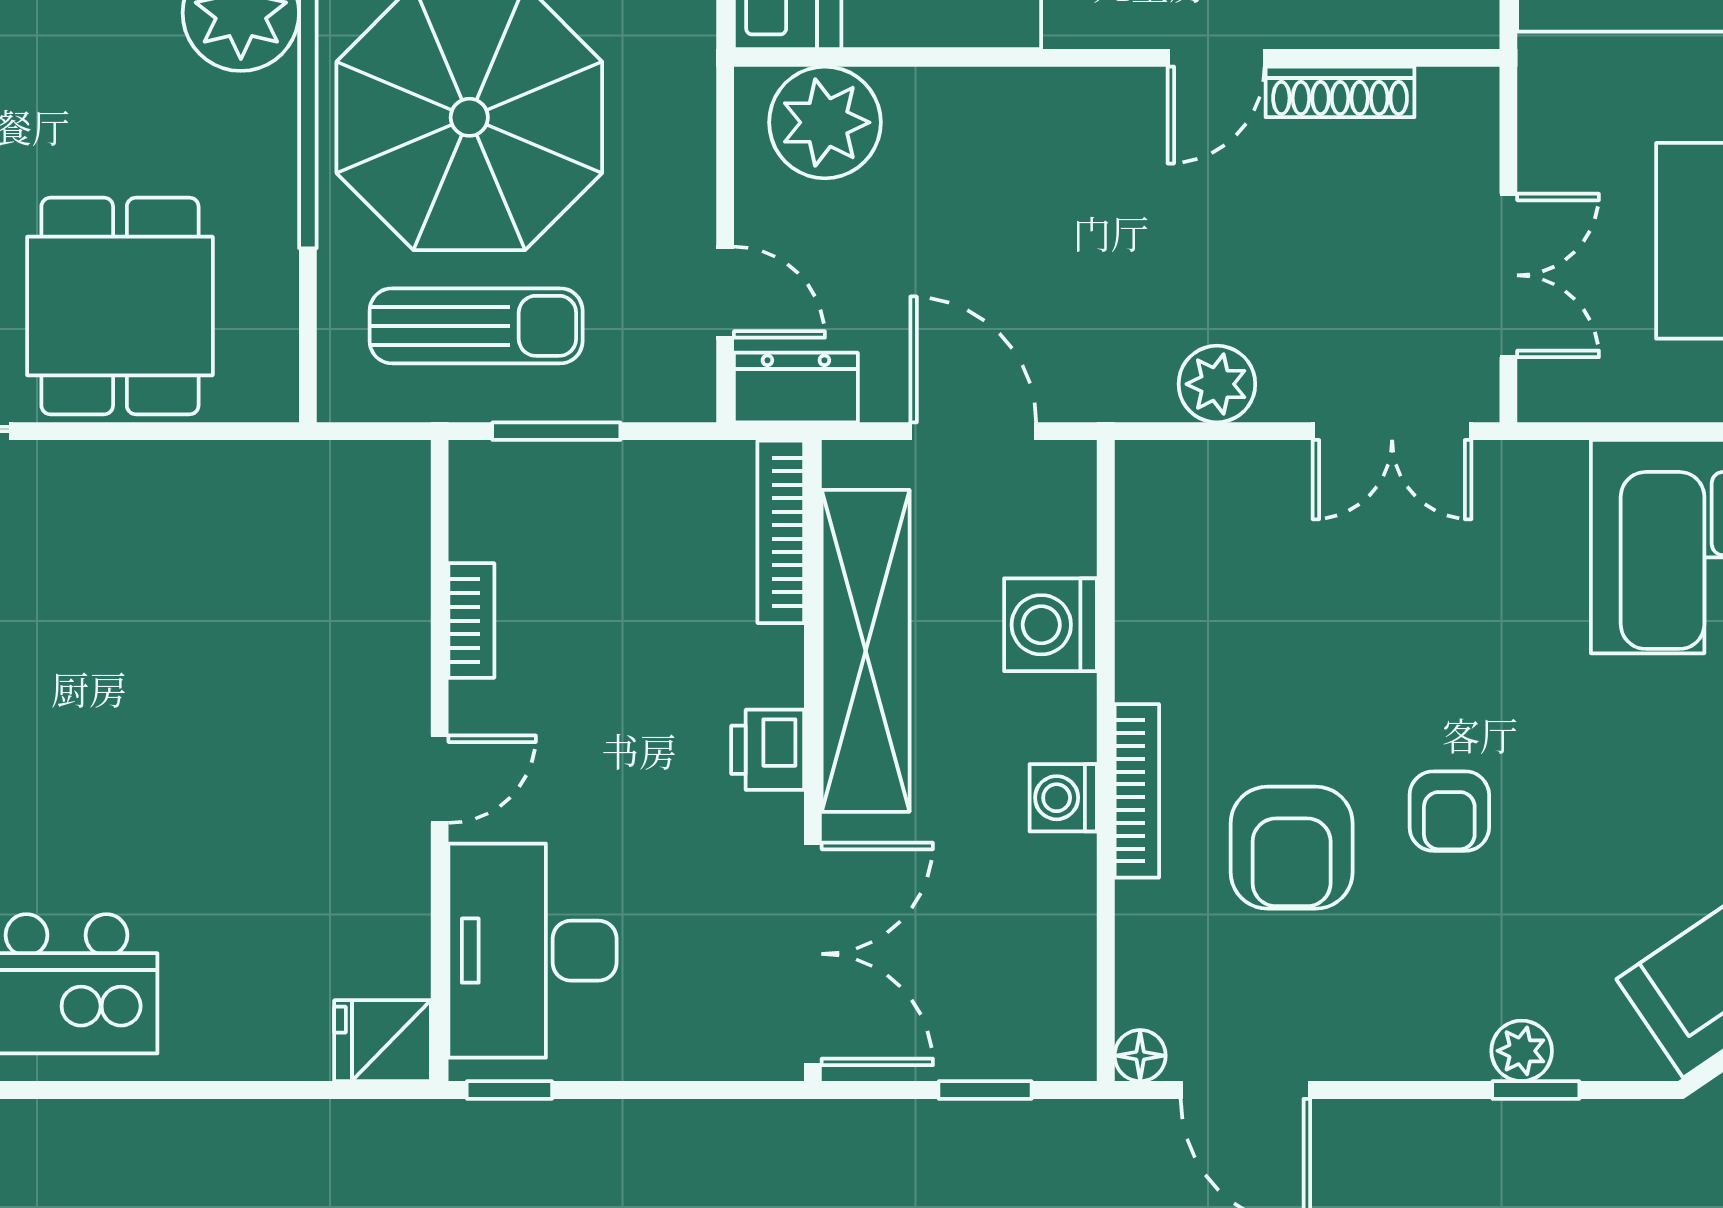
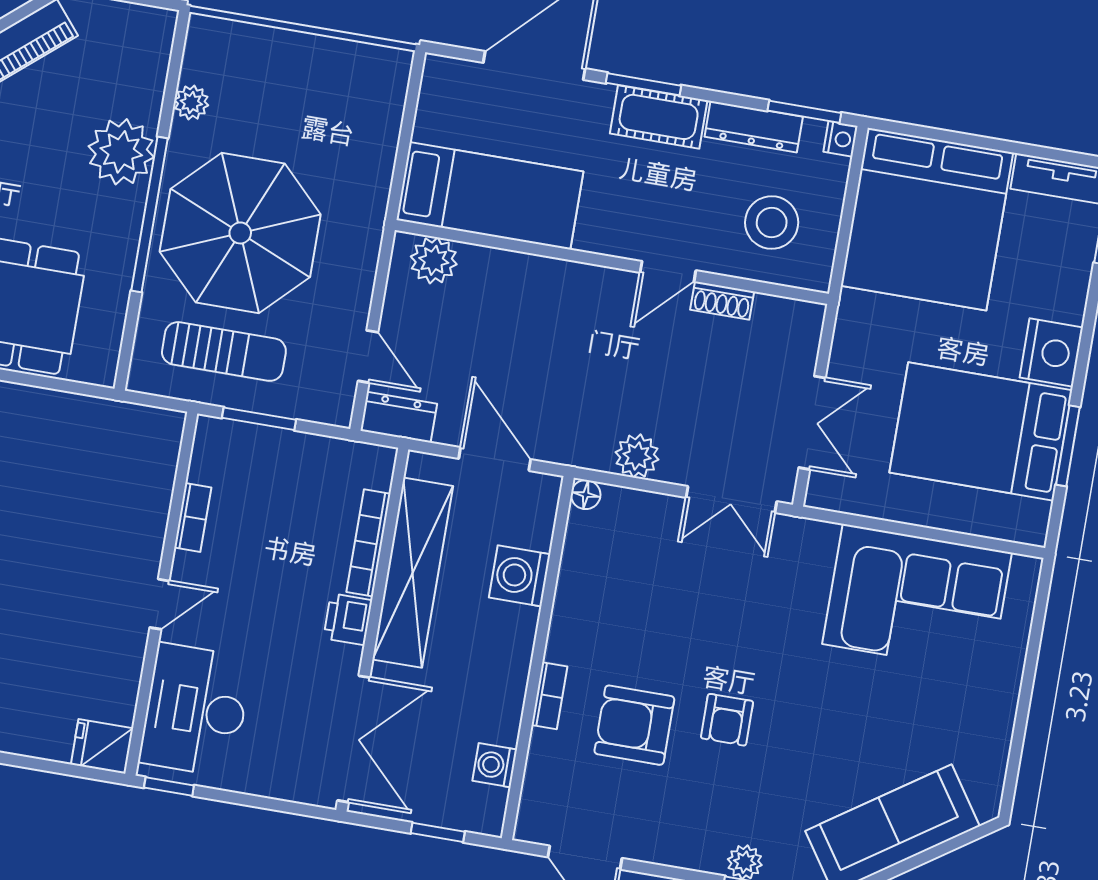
shoe rack: (1340, 92) -> (722, 301), width x0.70
plant: (825, 122) -> (434, 260), width x0.73, depth x0.73
bookcase: (781, 532) -> (368, 543), moved
bookcase: (1137, 791) -> (549, 696), width x0.64
washing machine: (1063, 798) -> (495, 765), moved
armchair: (1292, 848) -> (634, 725), turned 90
floor lamp: (1140, 1056) -> (586, 495), moved

